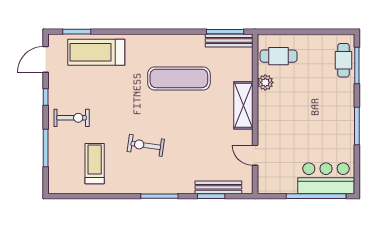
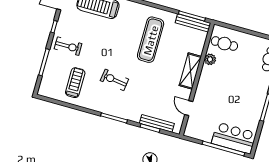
exercise mat: (179, 78) -> (151, 40), turned 90

